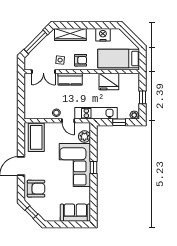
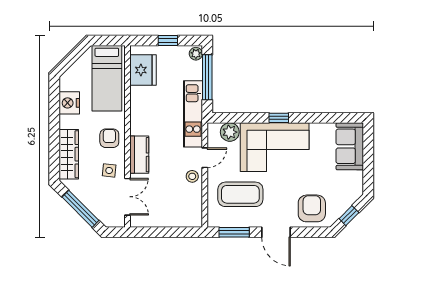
fridge: (109, 82) -> (143, 70), moved
window: (119, 122) -> (207, 77), width x2.17
coffee table: (36, 137) -> (240, 194), moved
window: (21, 139) -> (234, 232), added

